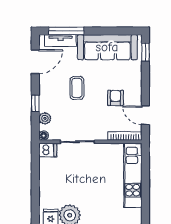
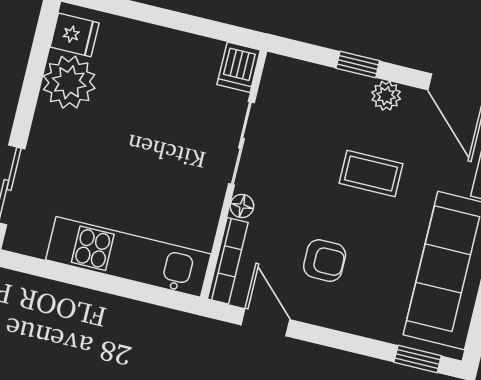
door: (145, 115) -> (265, 322), hinge flipped
plant: (45, 118) -> (386, 96), moved
floor lamp: (44, 136) -> (242, 206), moved

